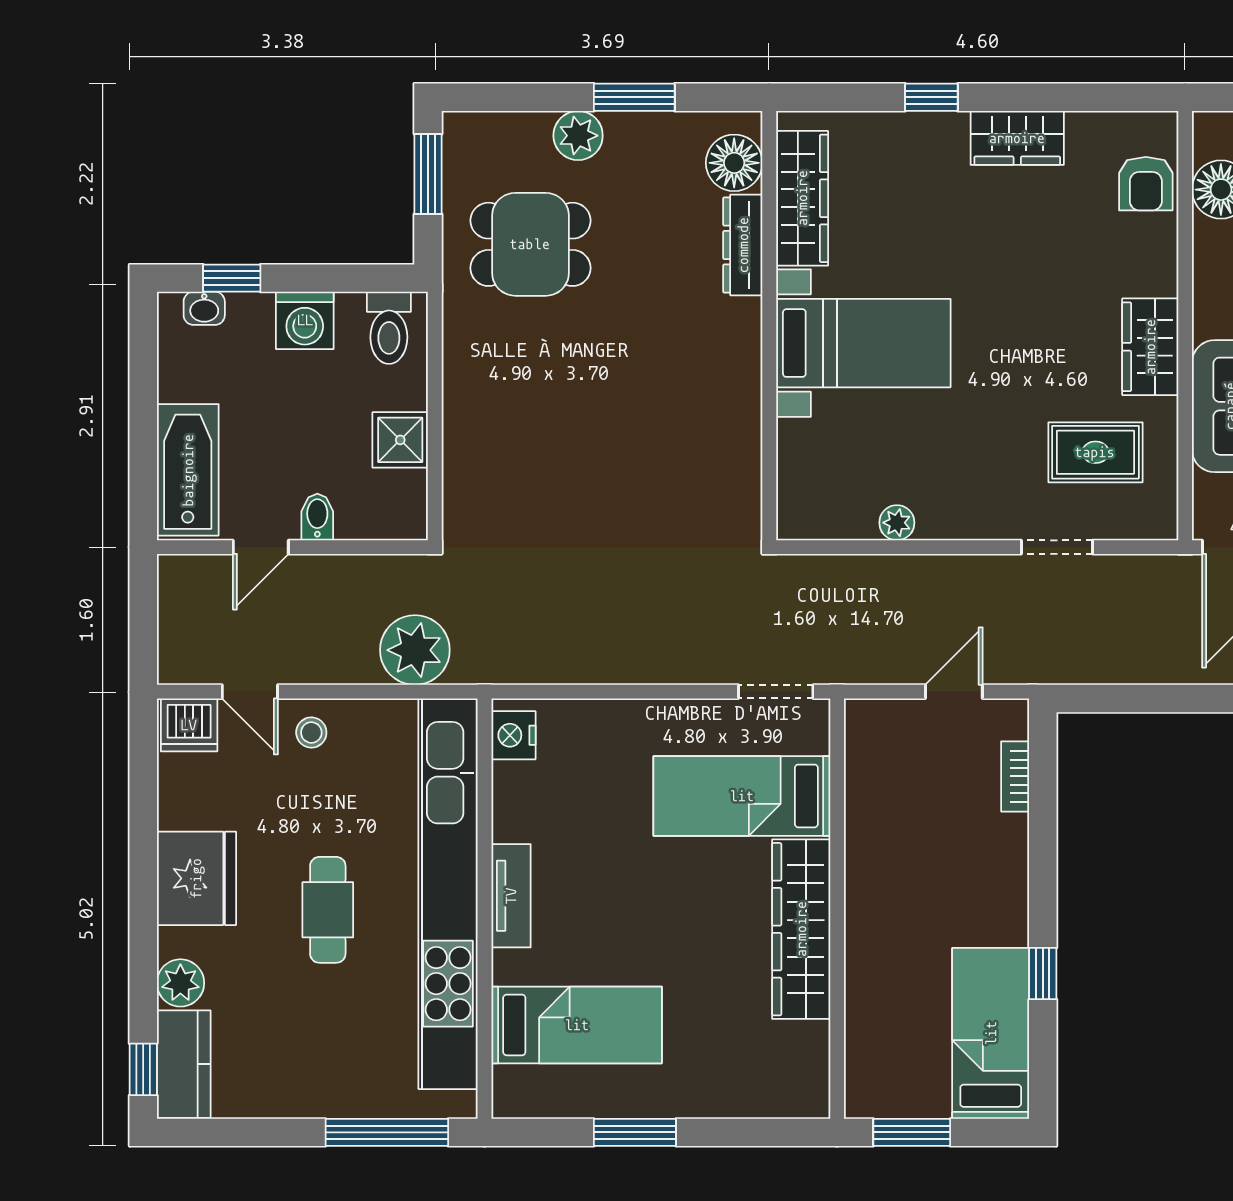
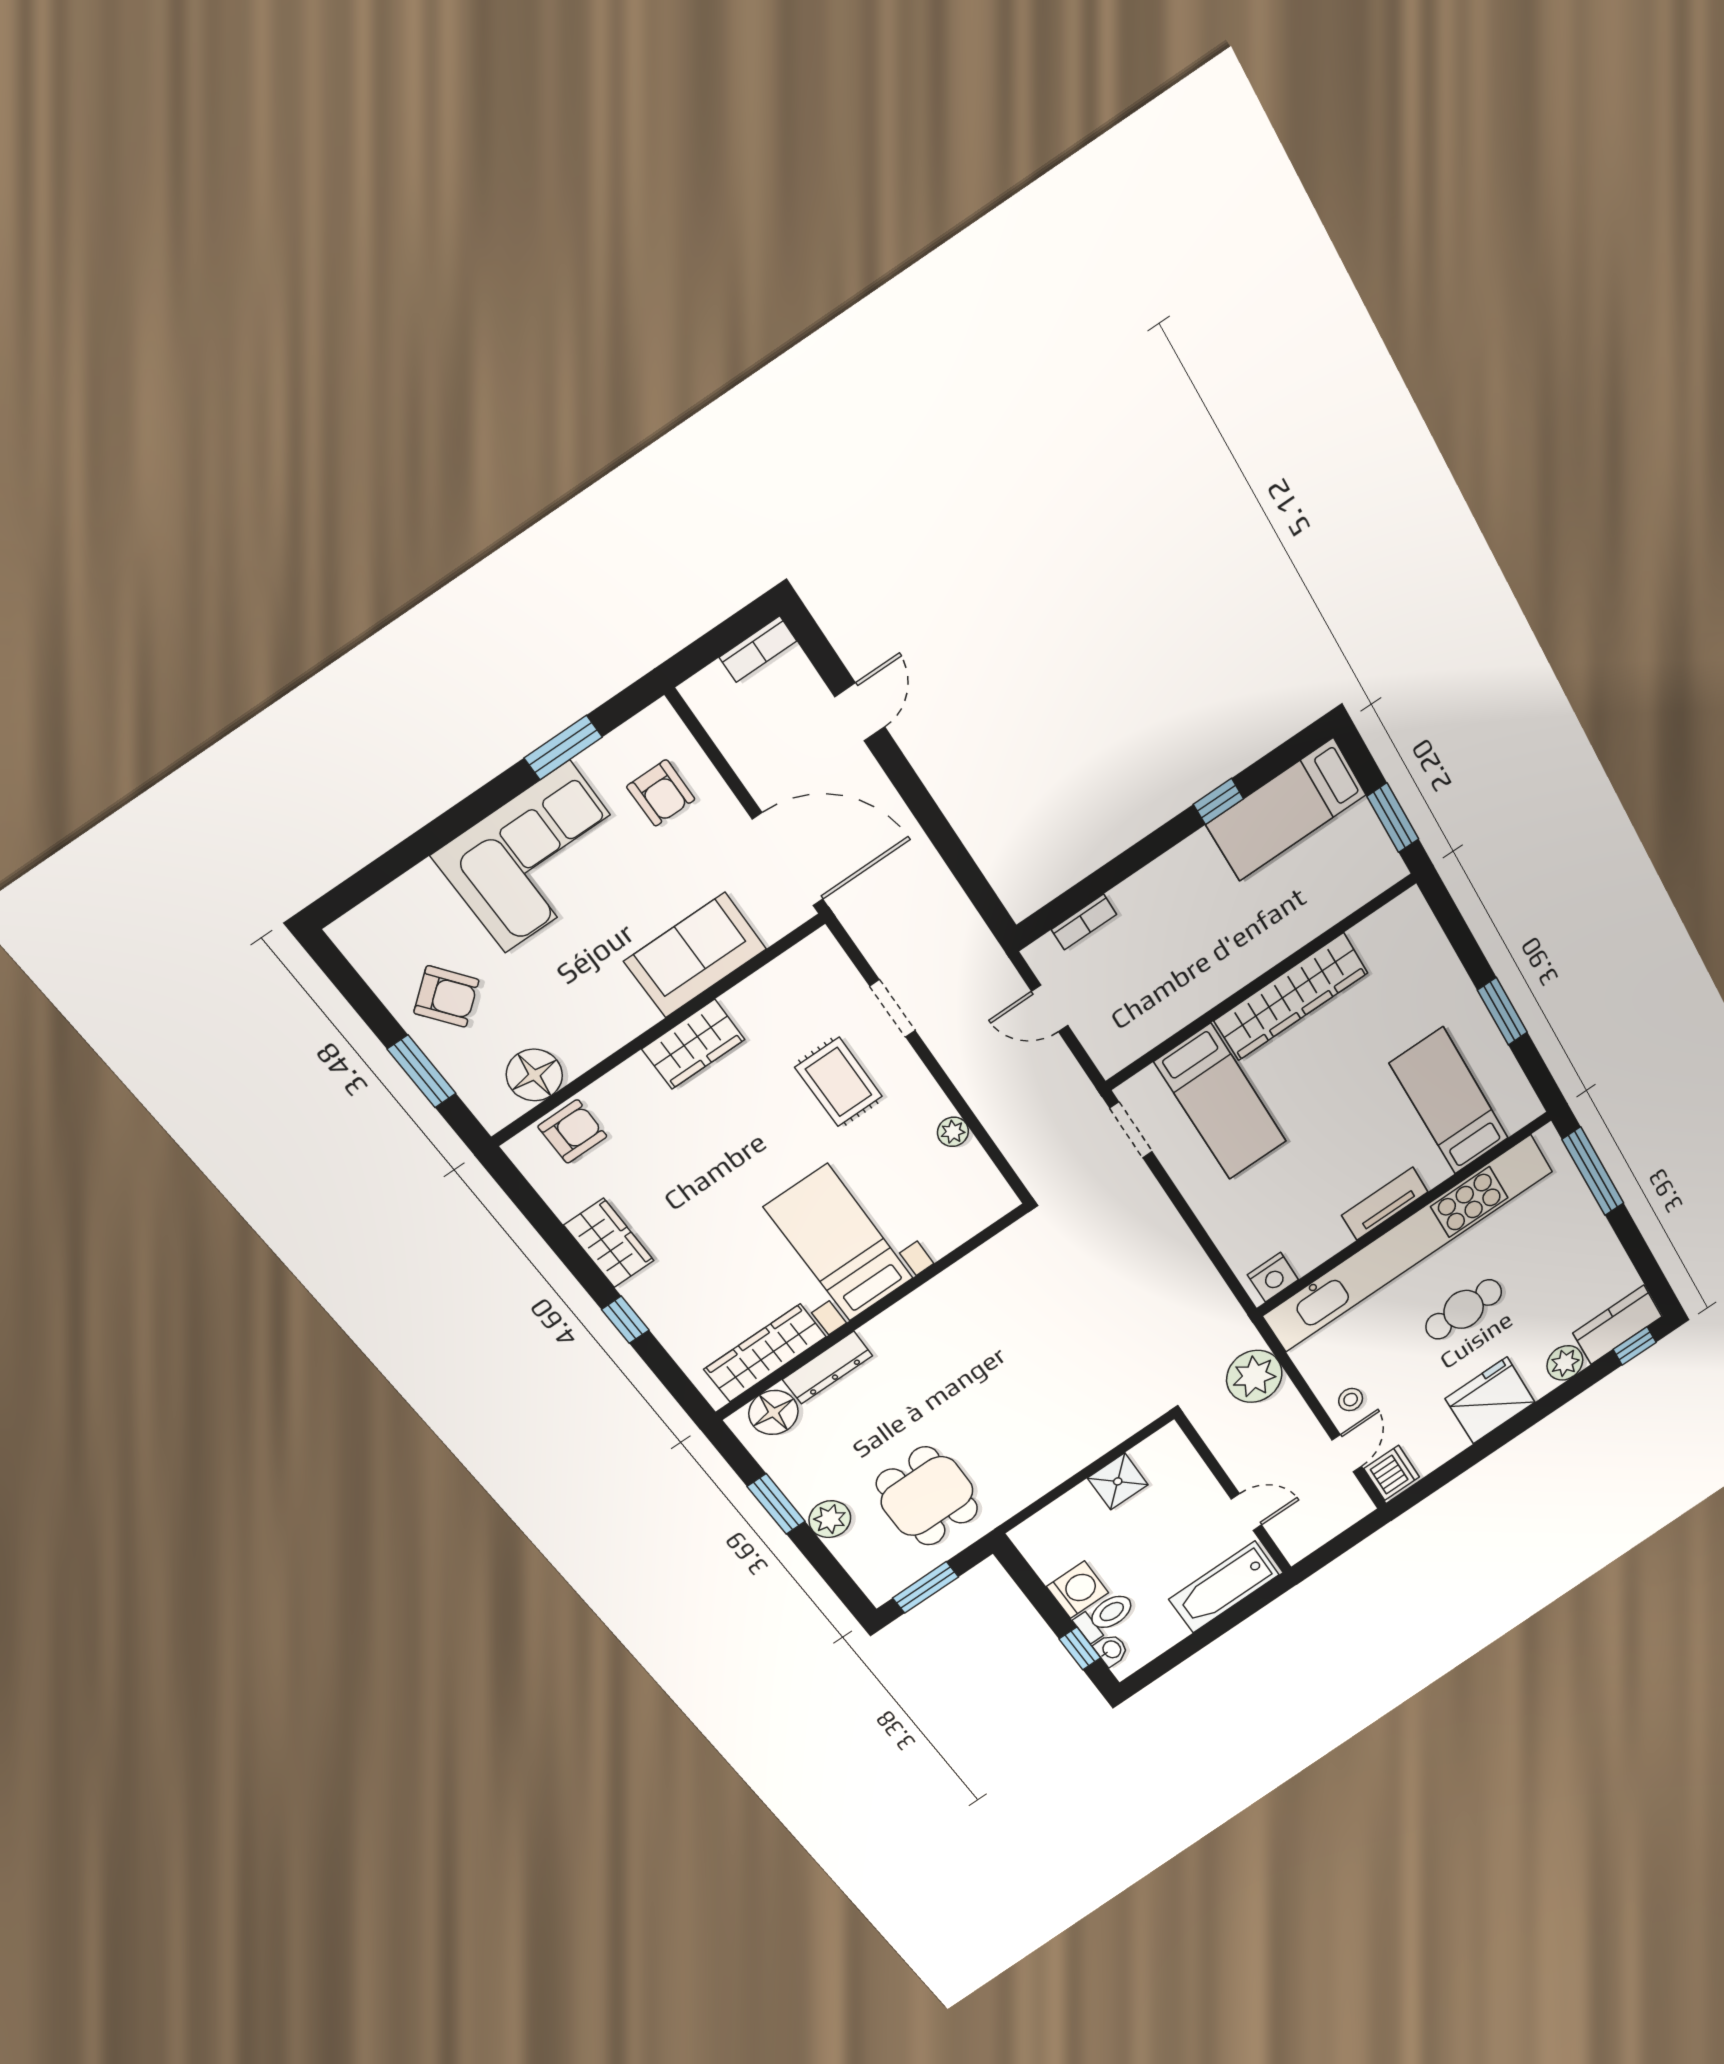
toilet: (389, 328) -> (1105, 1616), moved
rug: (1095, 452) -> (839, 1082), moved
bidet: (317, 517) -> (1204, 1494), removed

